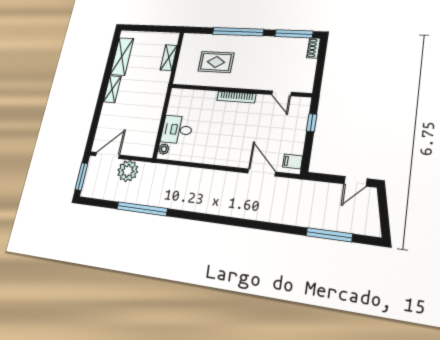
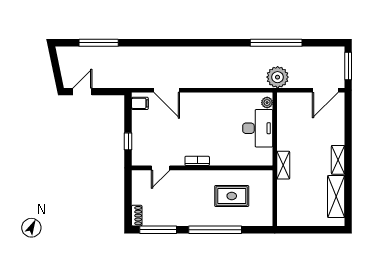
shelving: (169, 58) -> (283, 165), moved
door: (281, 93) -> (161, 168), swing flipped
bookcase: (236, 97) -> (197, 161), width x0.64
desk: (177, 130) -> (258, 128), width x1.37
plant: (128, 171) -> (278, 77), moved

